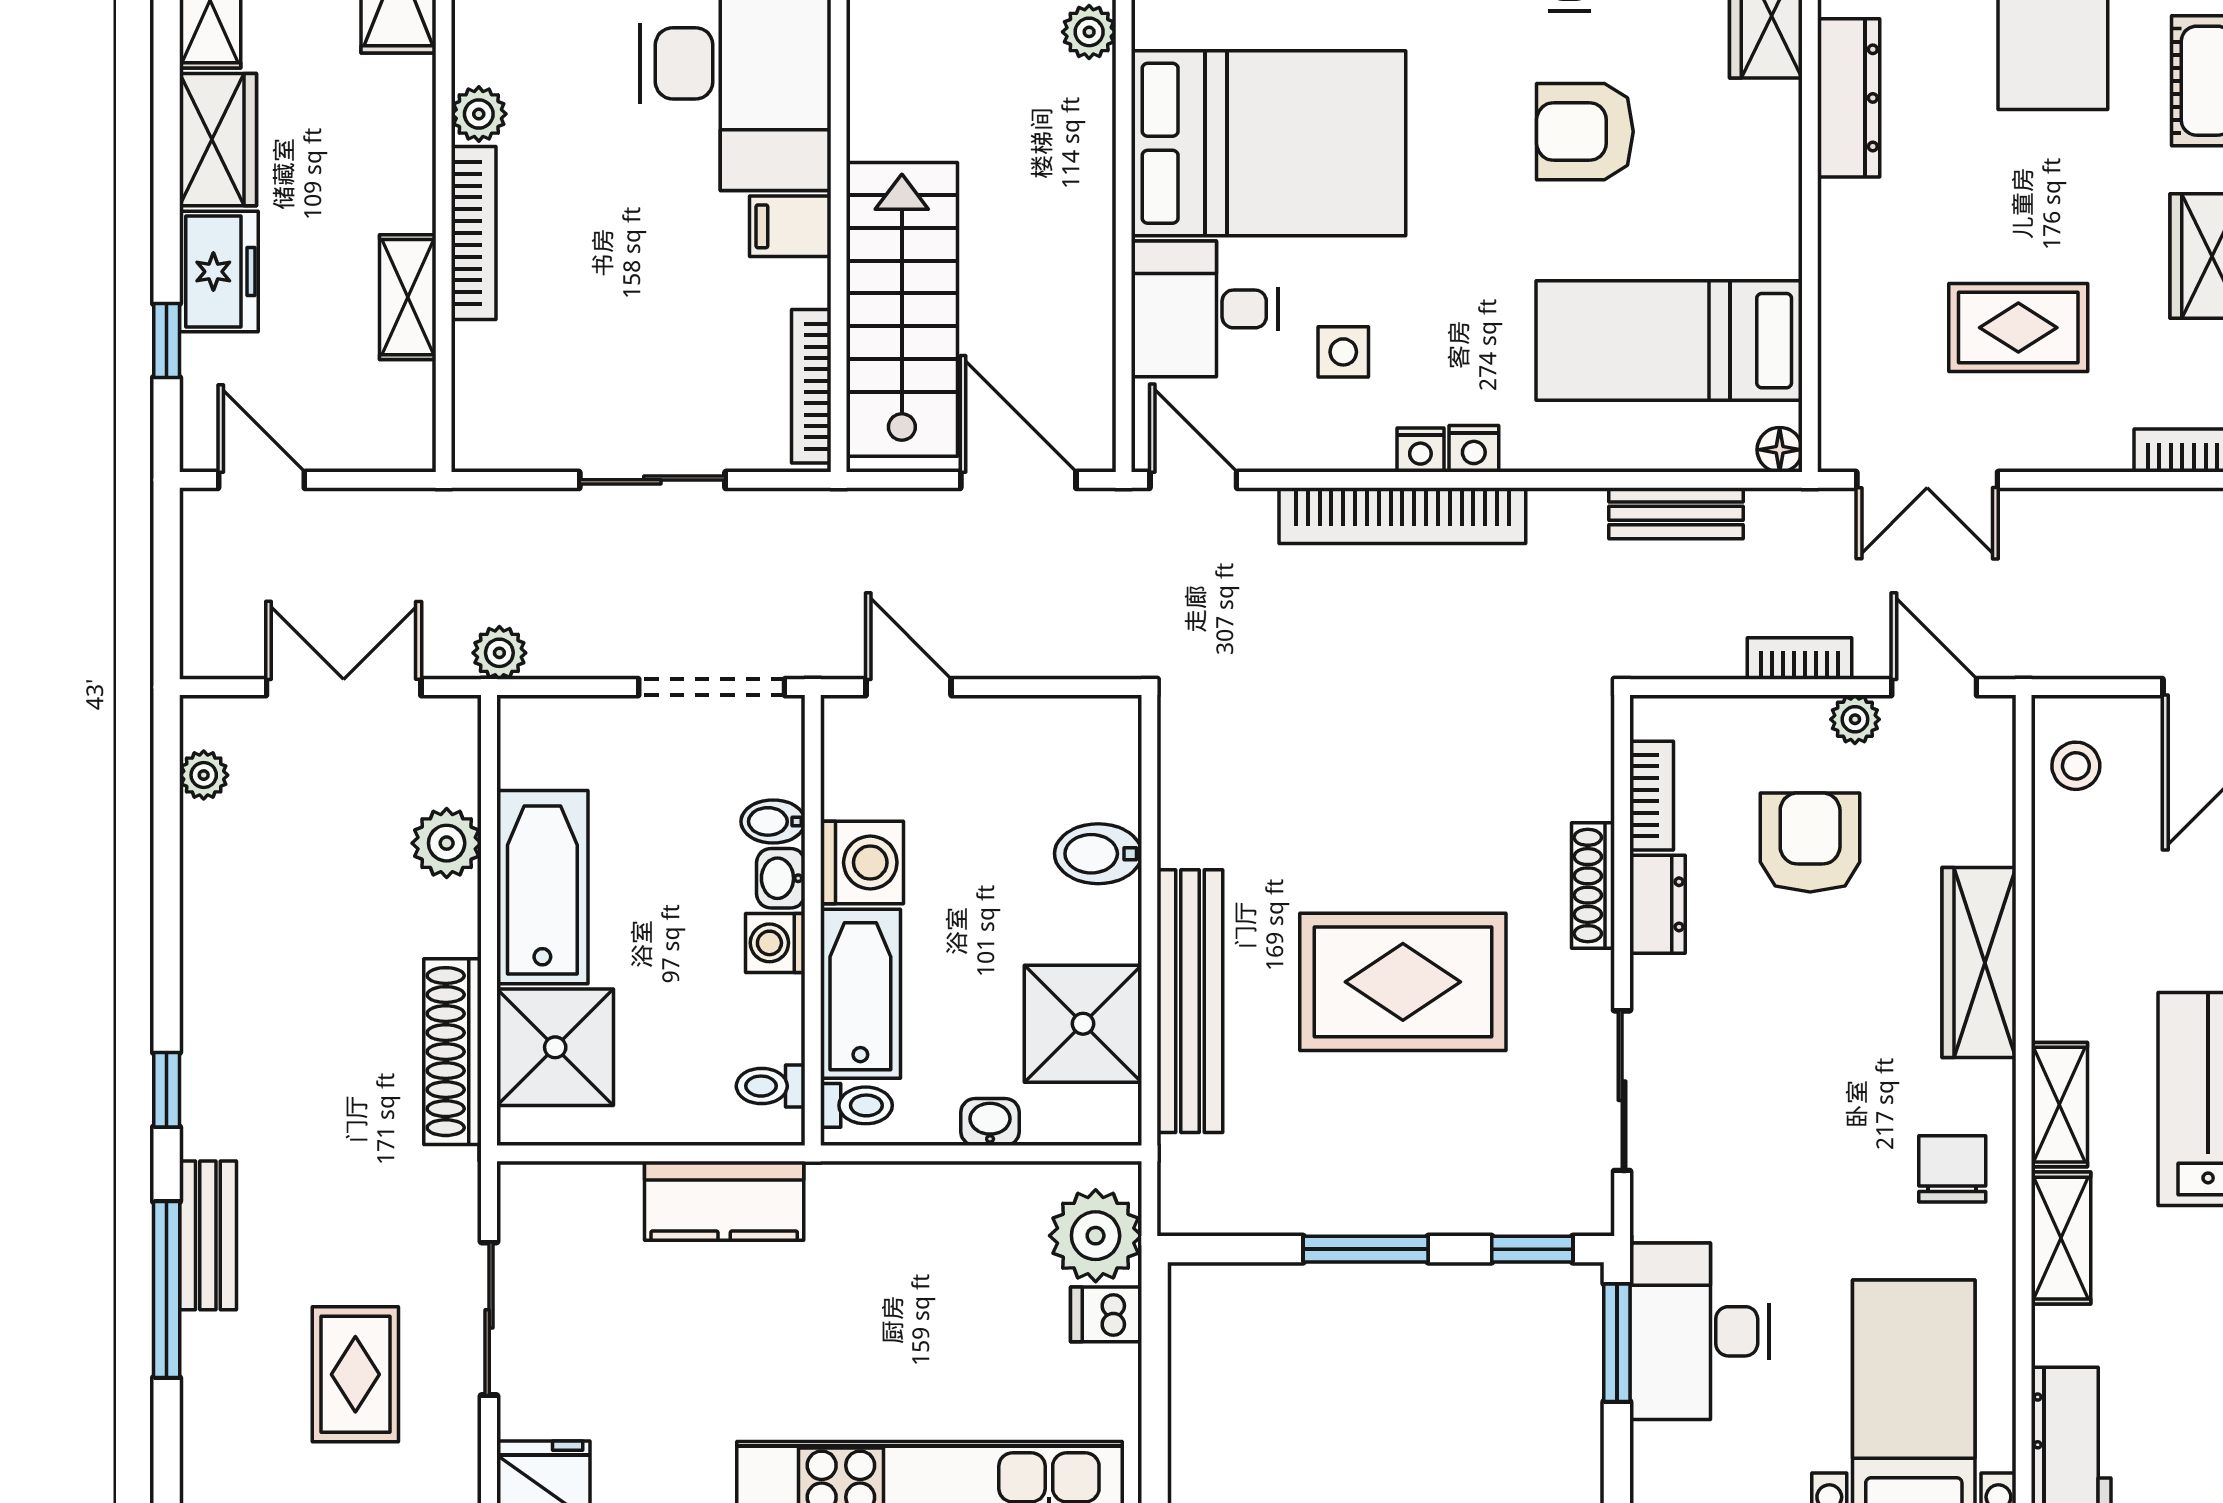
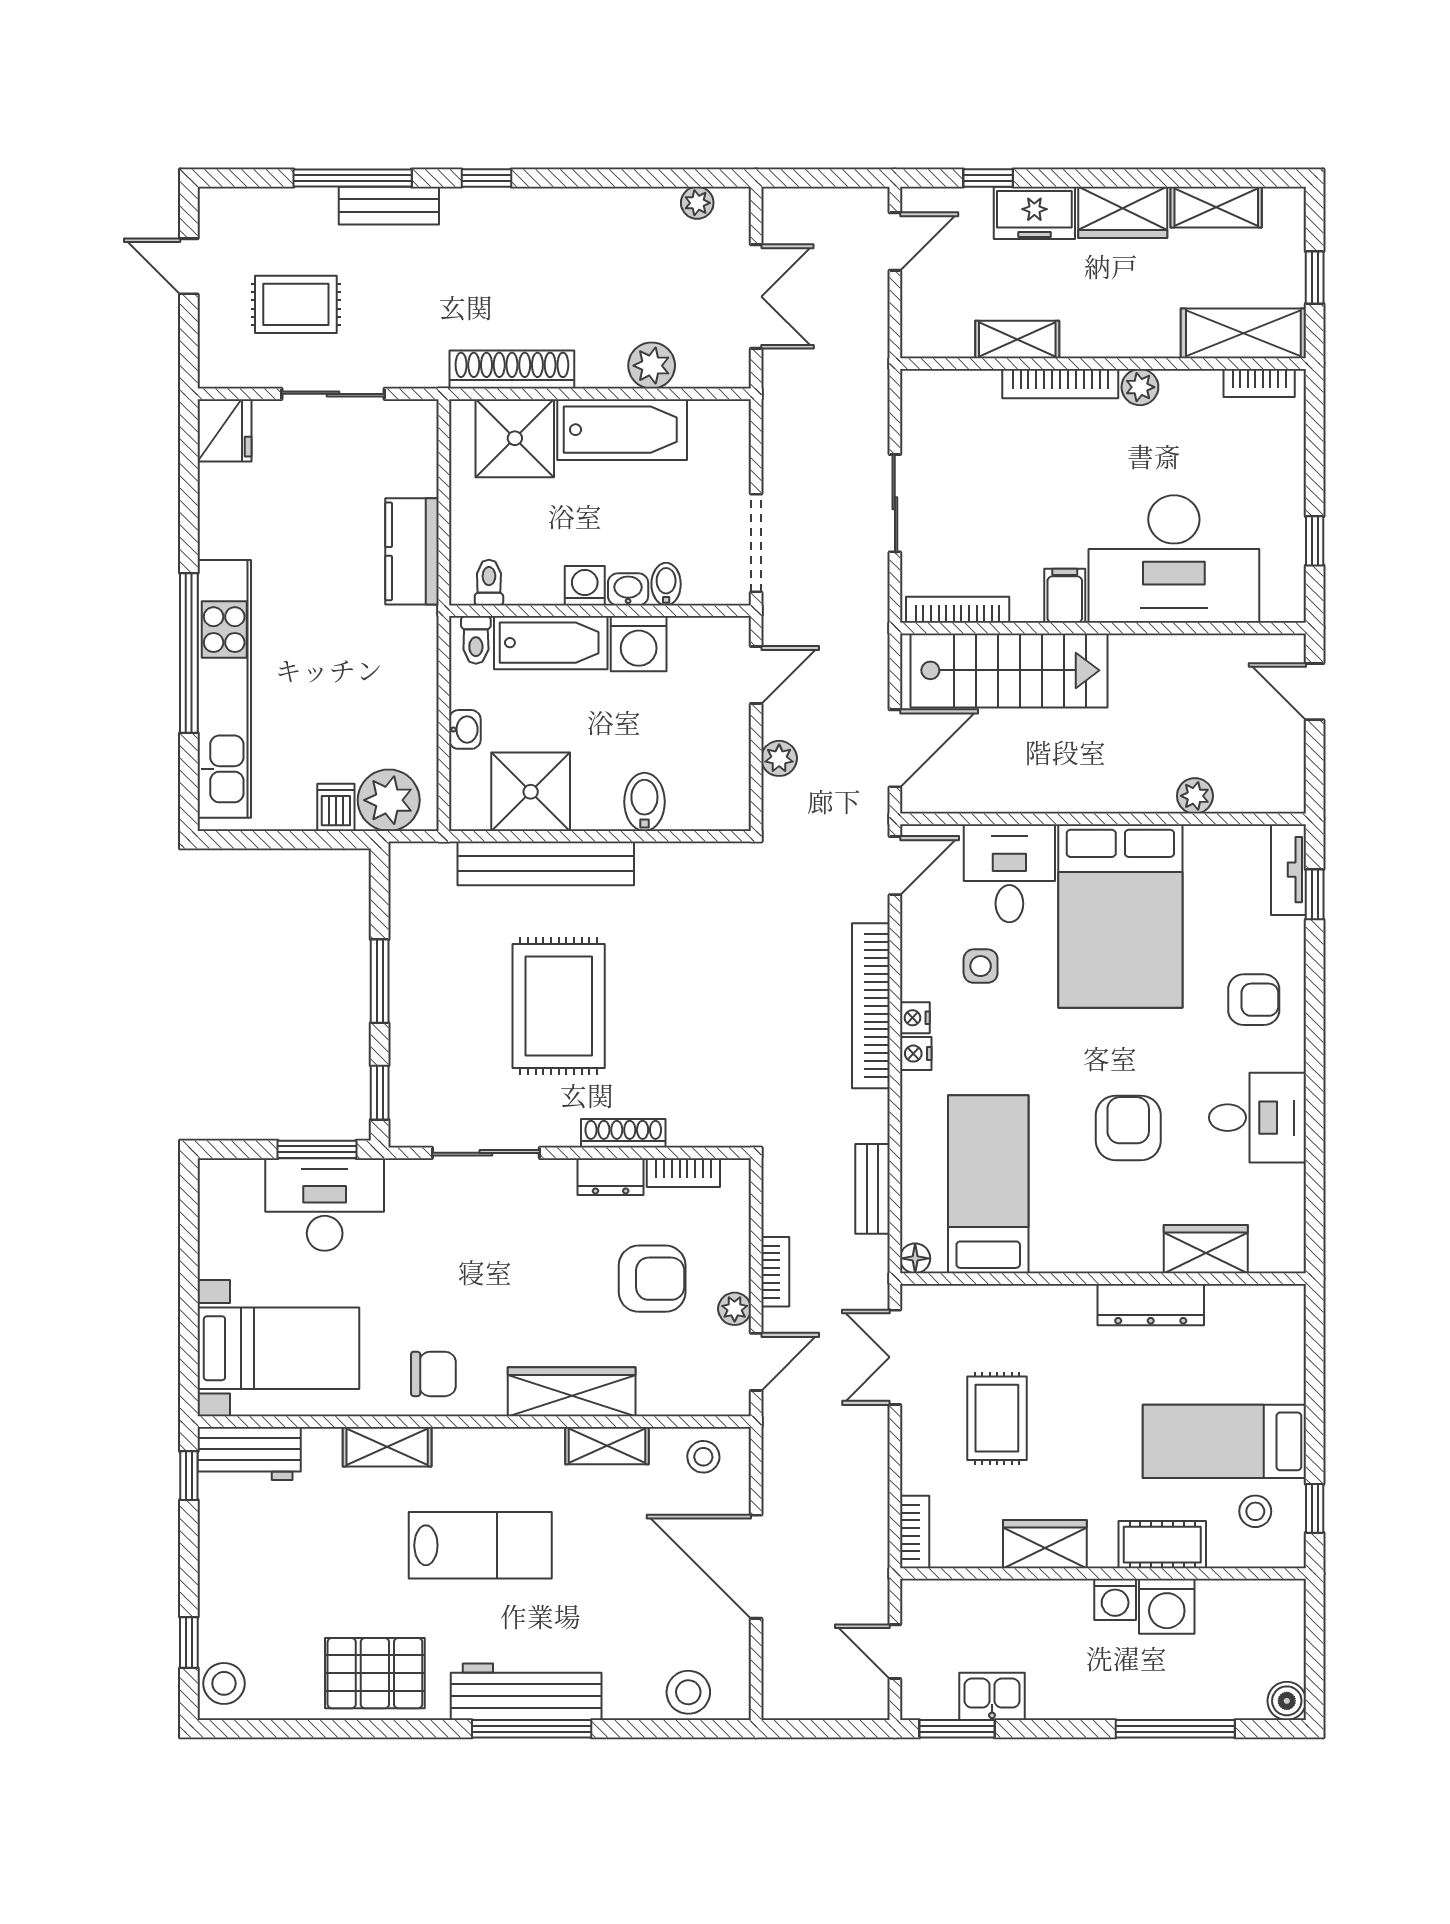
plant: (499, 653) -> (779, 758), moved
shelving: (2059, 1105) -> (607, 1446), moved

